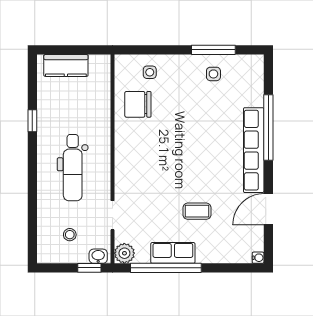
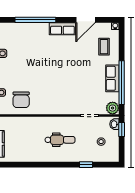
window: (32, 121) -> (86, 165), moved
row of seats: (254, 150) -> (62, 29), width x0.50
dental chair: (73, 168) -> (60, 140), width x0.73, depth x0.72
door: (268, 209) -> (86, 20), hinge flipped
coffee table: (197, 211) -> (104, 47), moved

